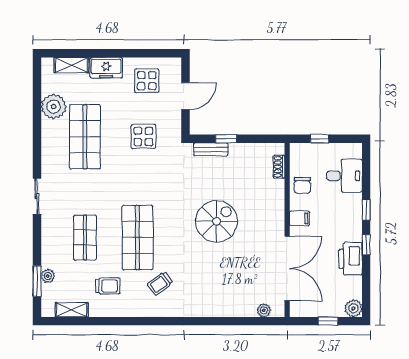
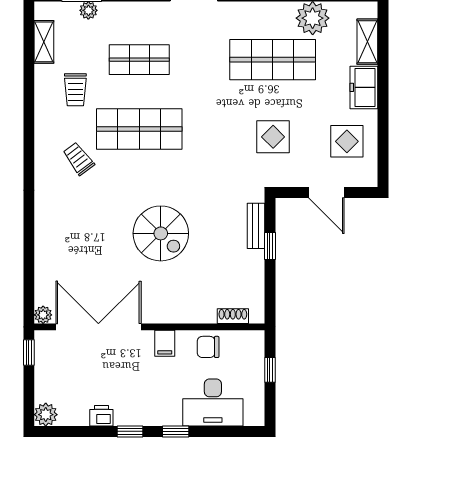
desk: (344, 176) -> (213, 402), width x1.37
printer: (351, 259) -> (101, 416), width x0.53, depth x0.68
double door: (287, 268) -> (98, 327), swing flipped
plant: (264, 310) -> (43, 315), moved
window: (328, 321) -> (29, 352), moved

